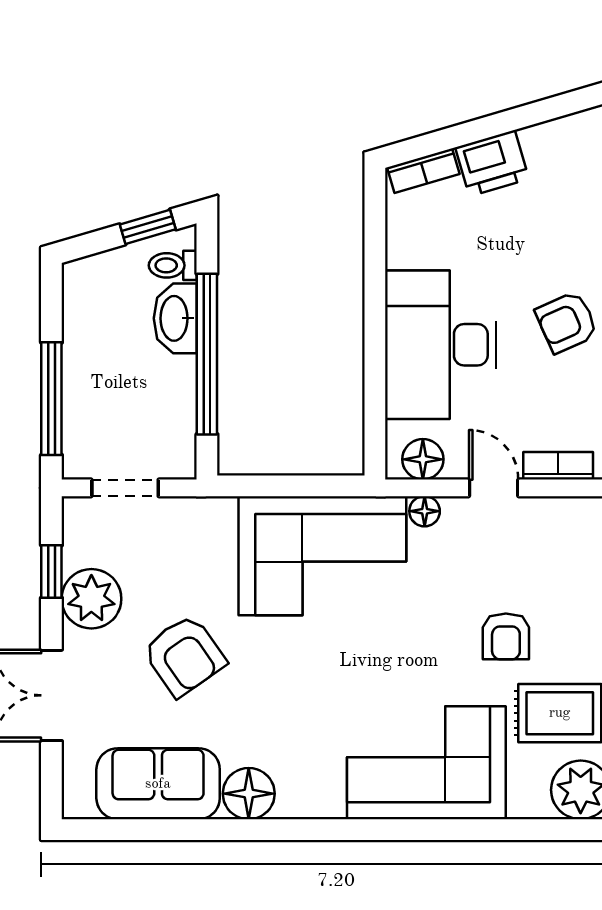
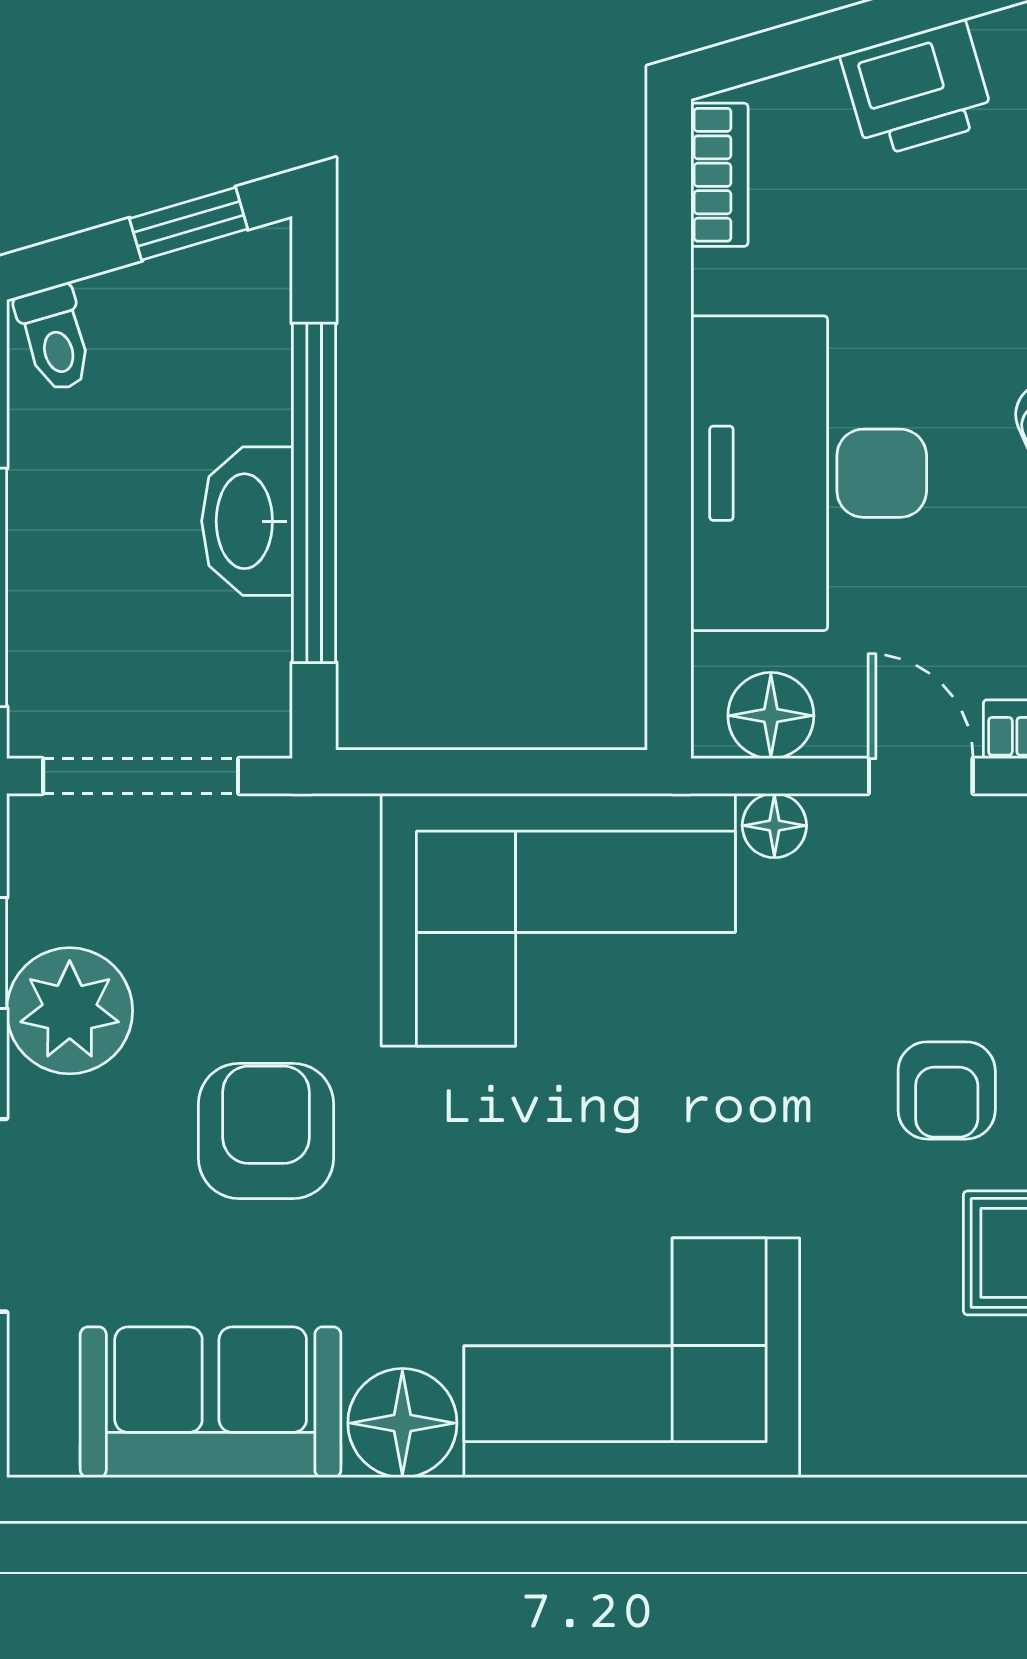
bookcase: (423, 171) -> (719, 175), moved, turned -74
toilet: (173, 265) -> (55, 338), moved, turned -106
washbasin: (175, 318) -> (247, 521), moved
doorway: (125, 488) -> (141, 776), width x1.38
armchair: (184, 656) -> (266, 1131), turned -145
corner sofa: (426, 763) -> (632, 1358), moved

